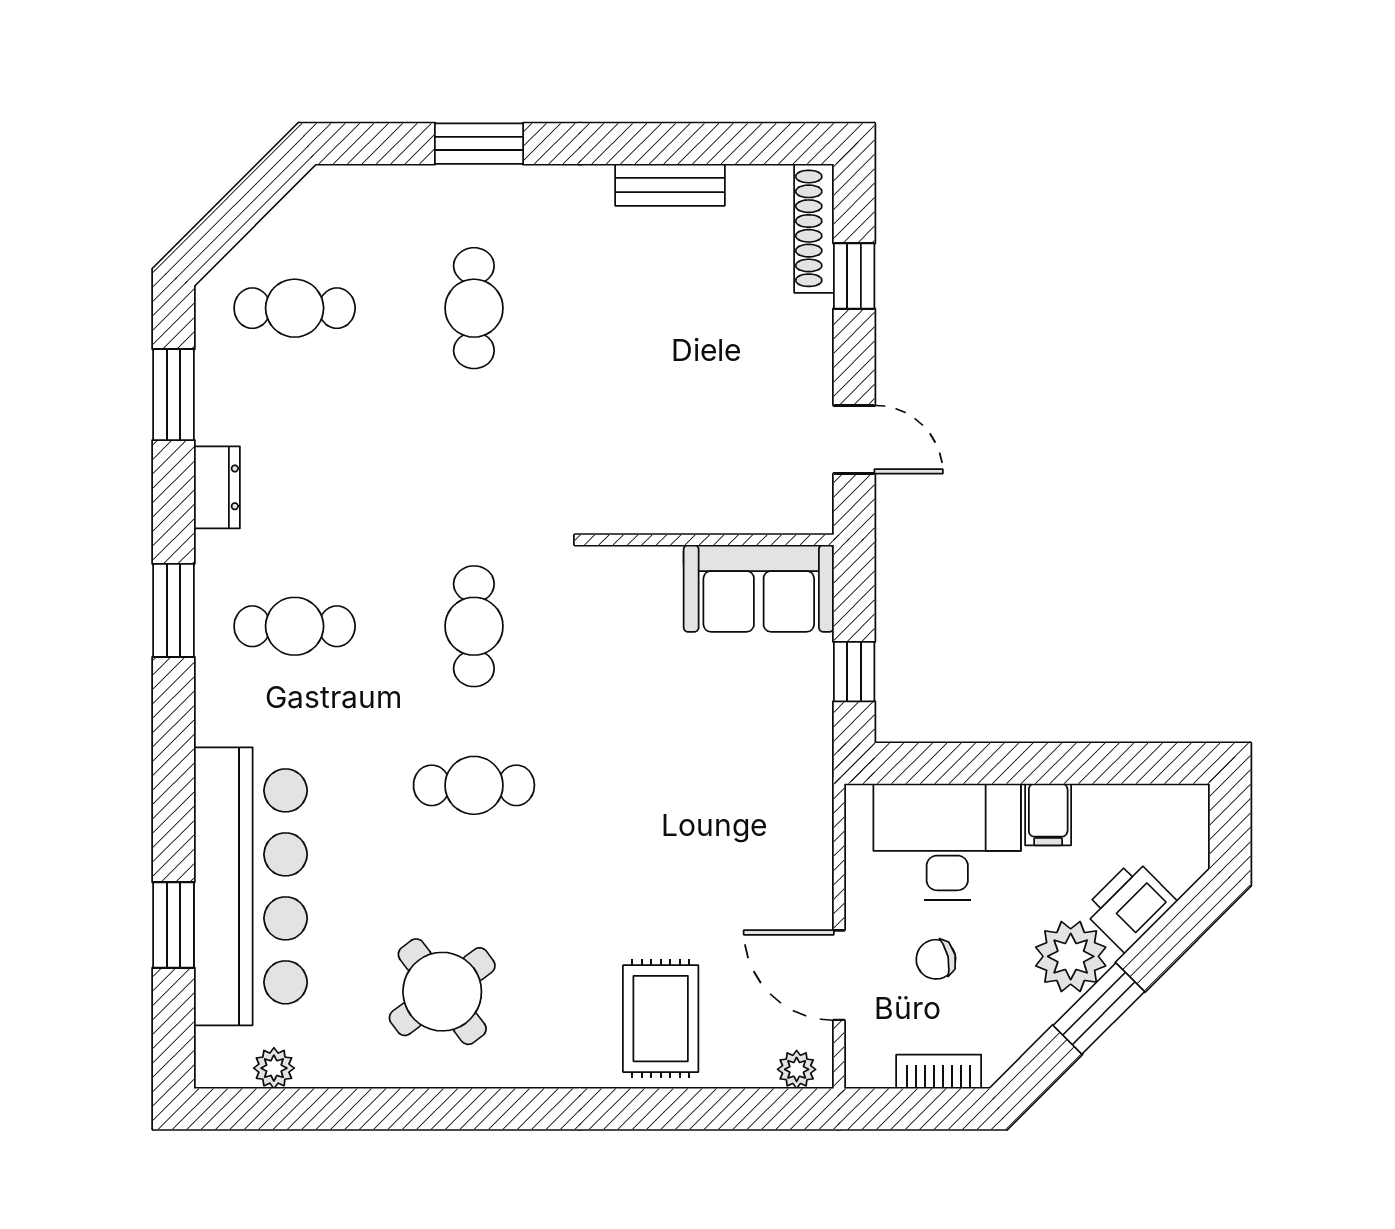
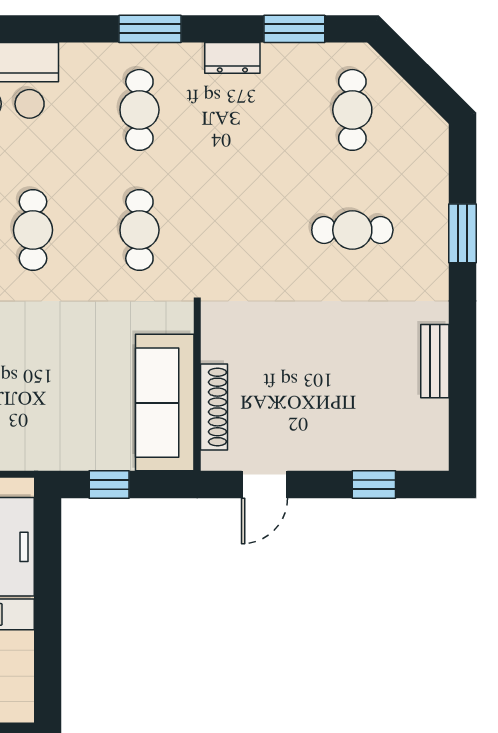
shoe rack: (814, 228) -> (214, 407), moved, turned 90
sofa: (759, 588) -> (165, 403), width x1.36
cafe table: (474, 626) -> (139, 230), turned 90

